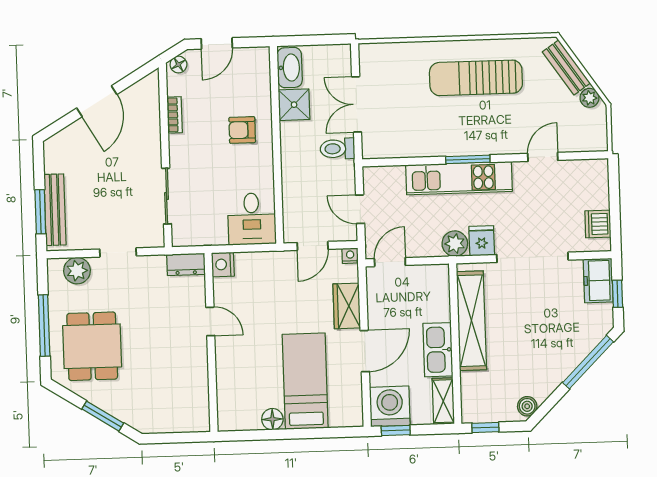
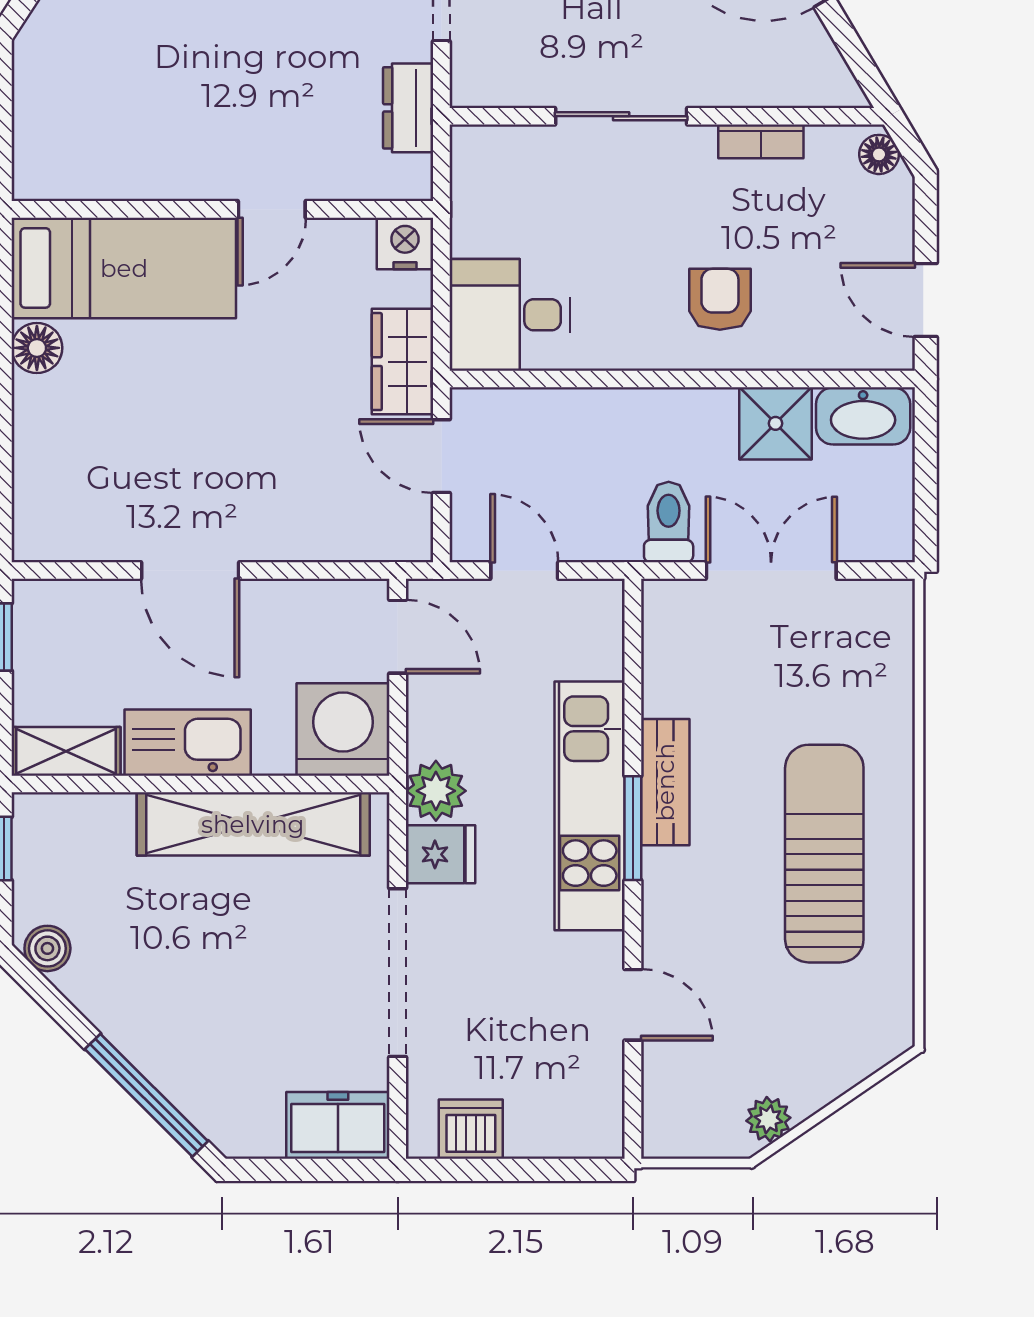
door: (217, 43) -> (926, 300), moved
bench: (566, 68) -> (665, 782), moved, turned -56
sliding door: (167, 196) -> (621, 116), moved
door: (360, 209) -> (524, 571), hinge flipped
nightstand: (350, 256) -> (416, 544), removed
dresser: (186, 264) -> (408, 108), moved
window: (618, 294) -> (305, 1170), removed
wardrobe: (347, 306) -> (403, 362), moved, turned -90
bed: (305, 381) -> (124, 268), moved
washing machine: (390, 406) -> (343, 729), moved, turned -90

